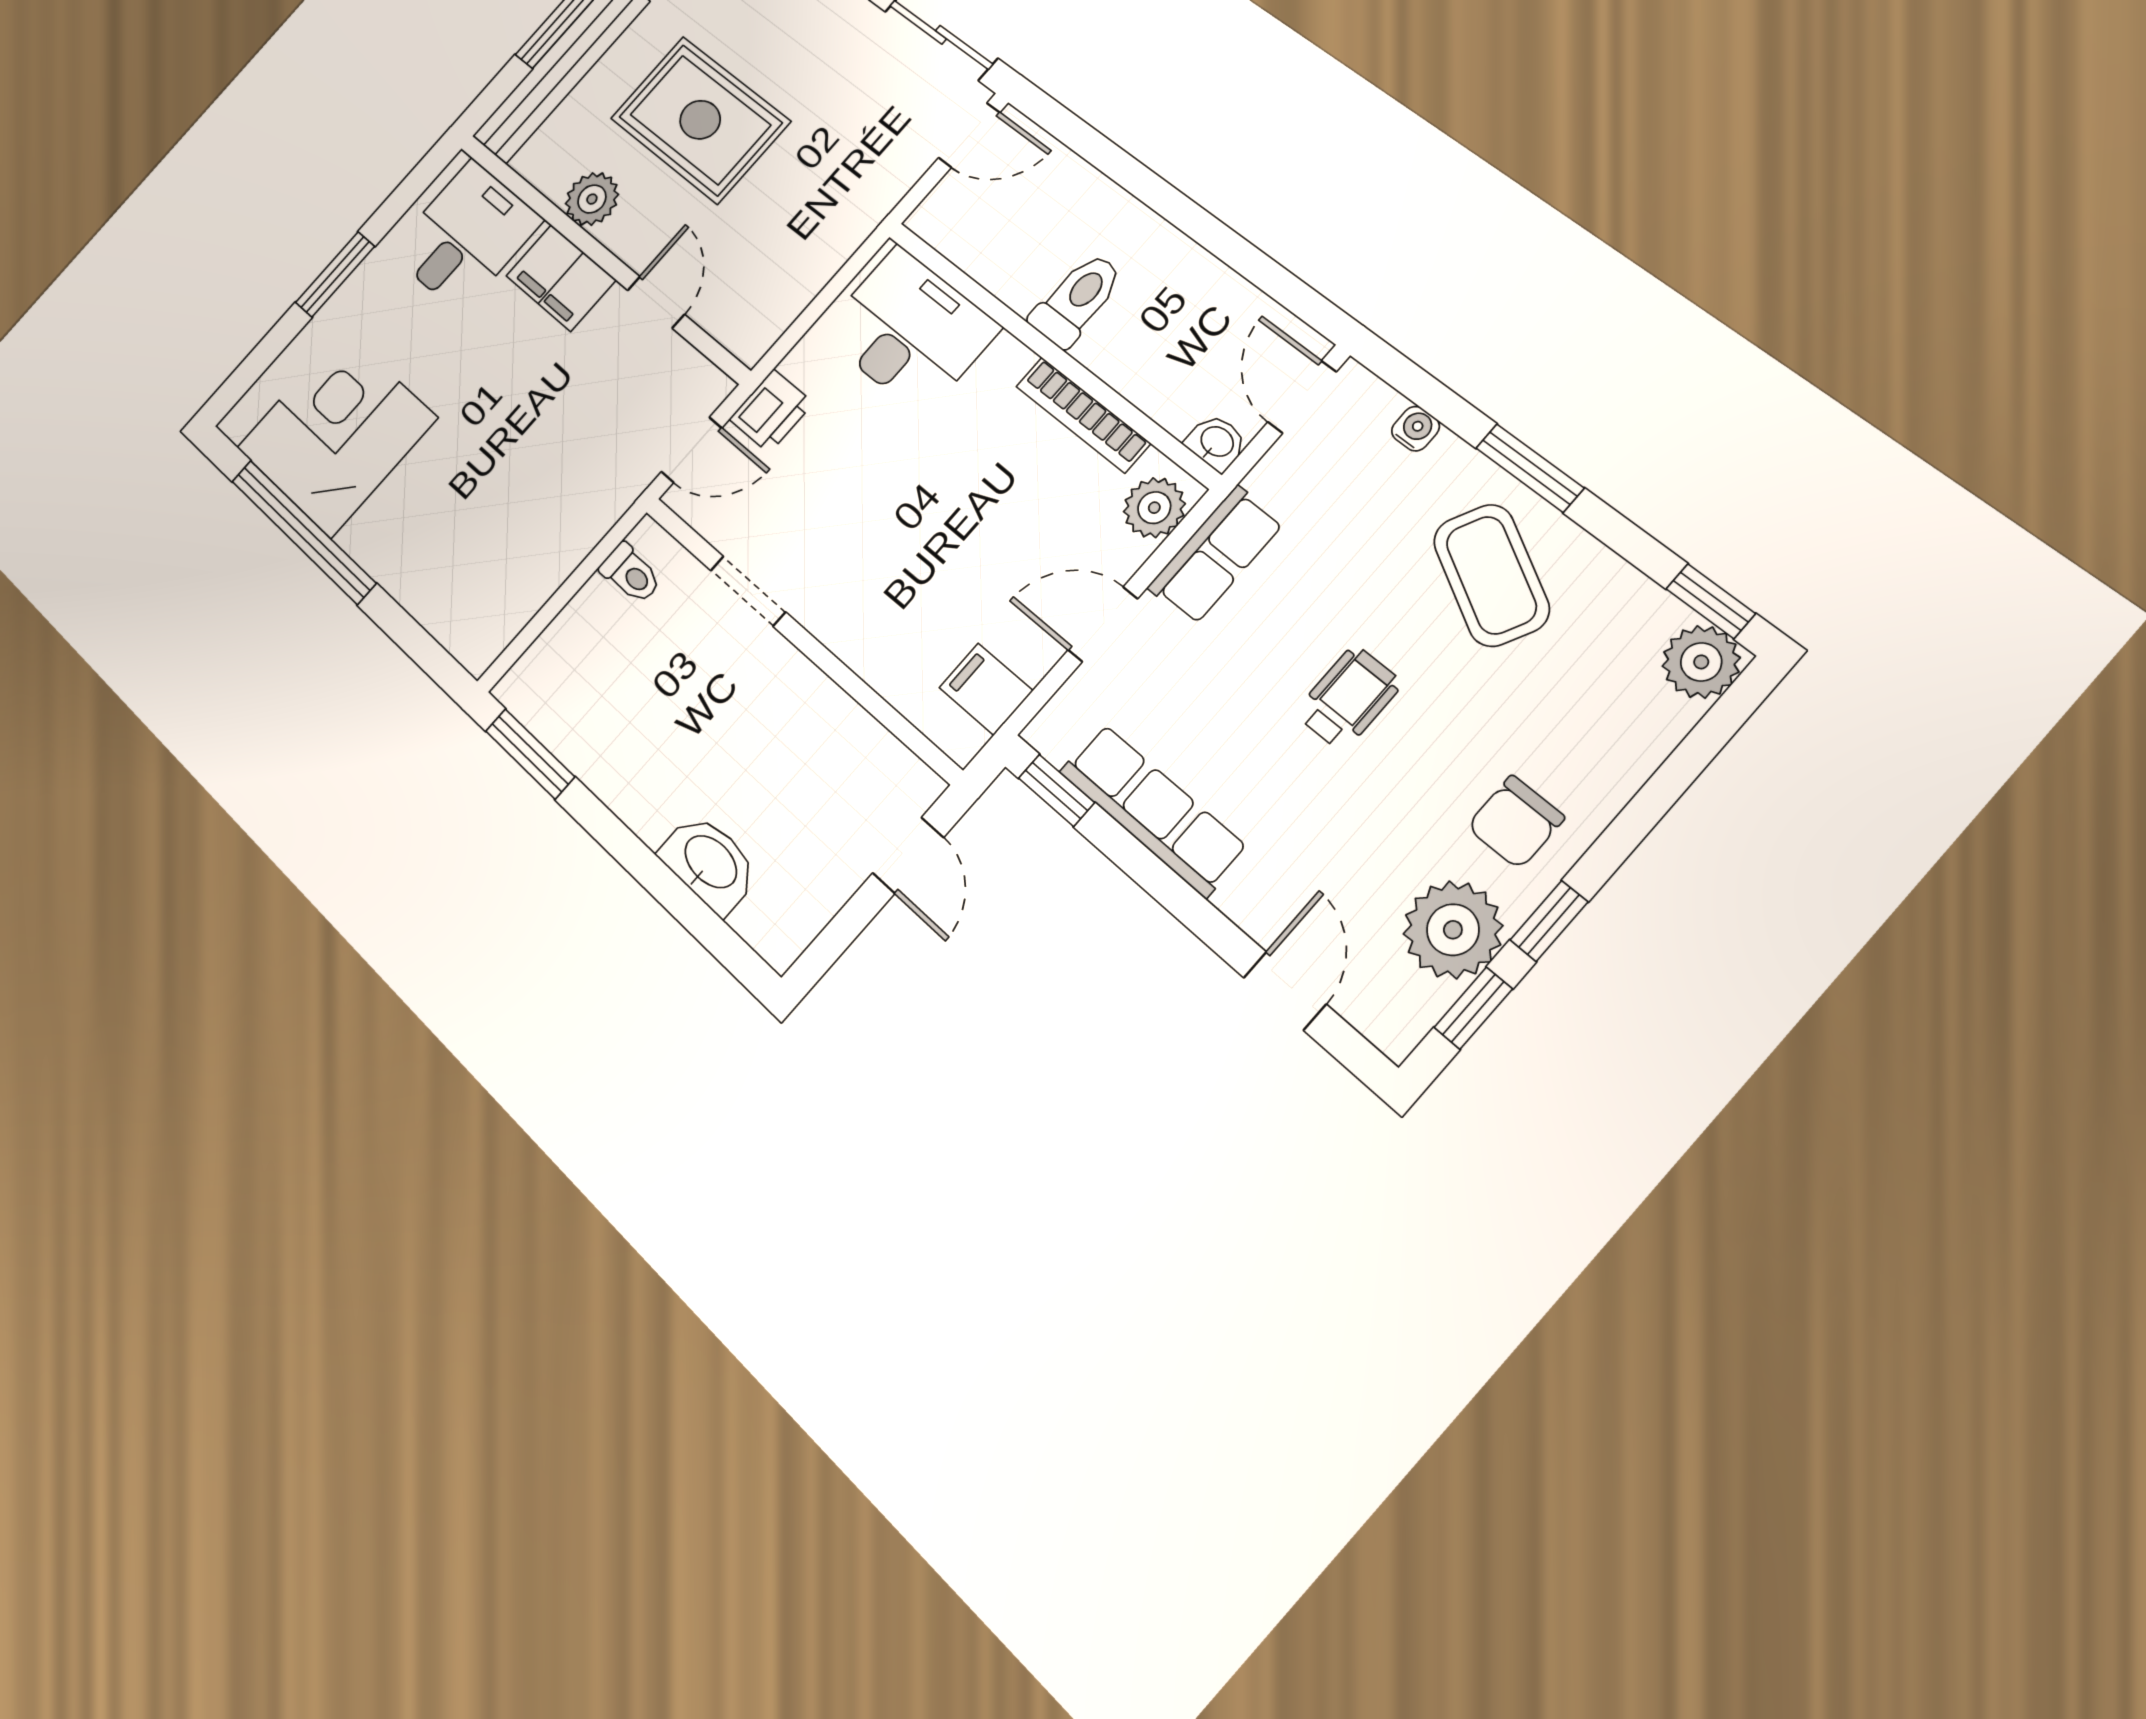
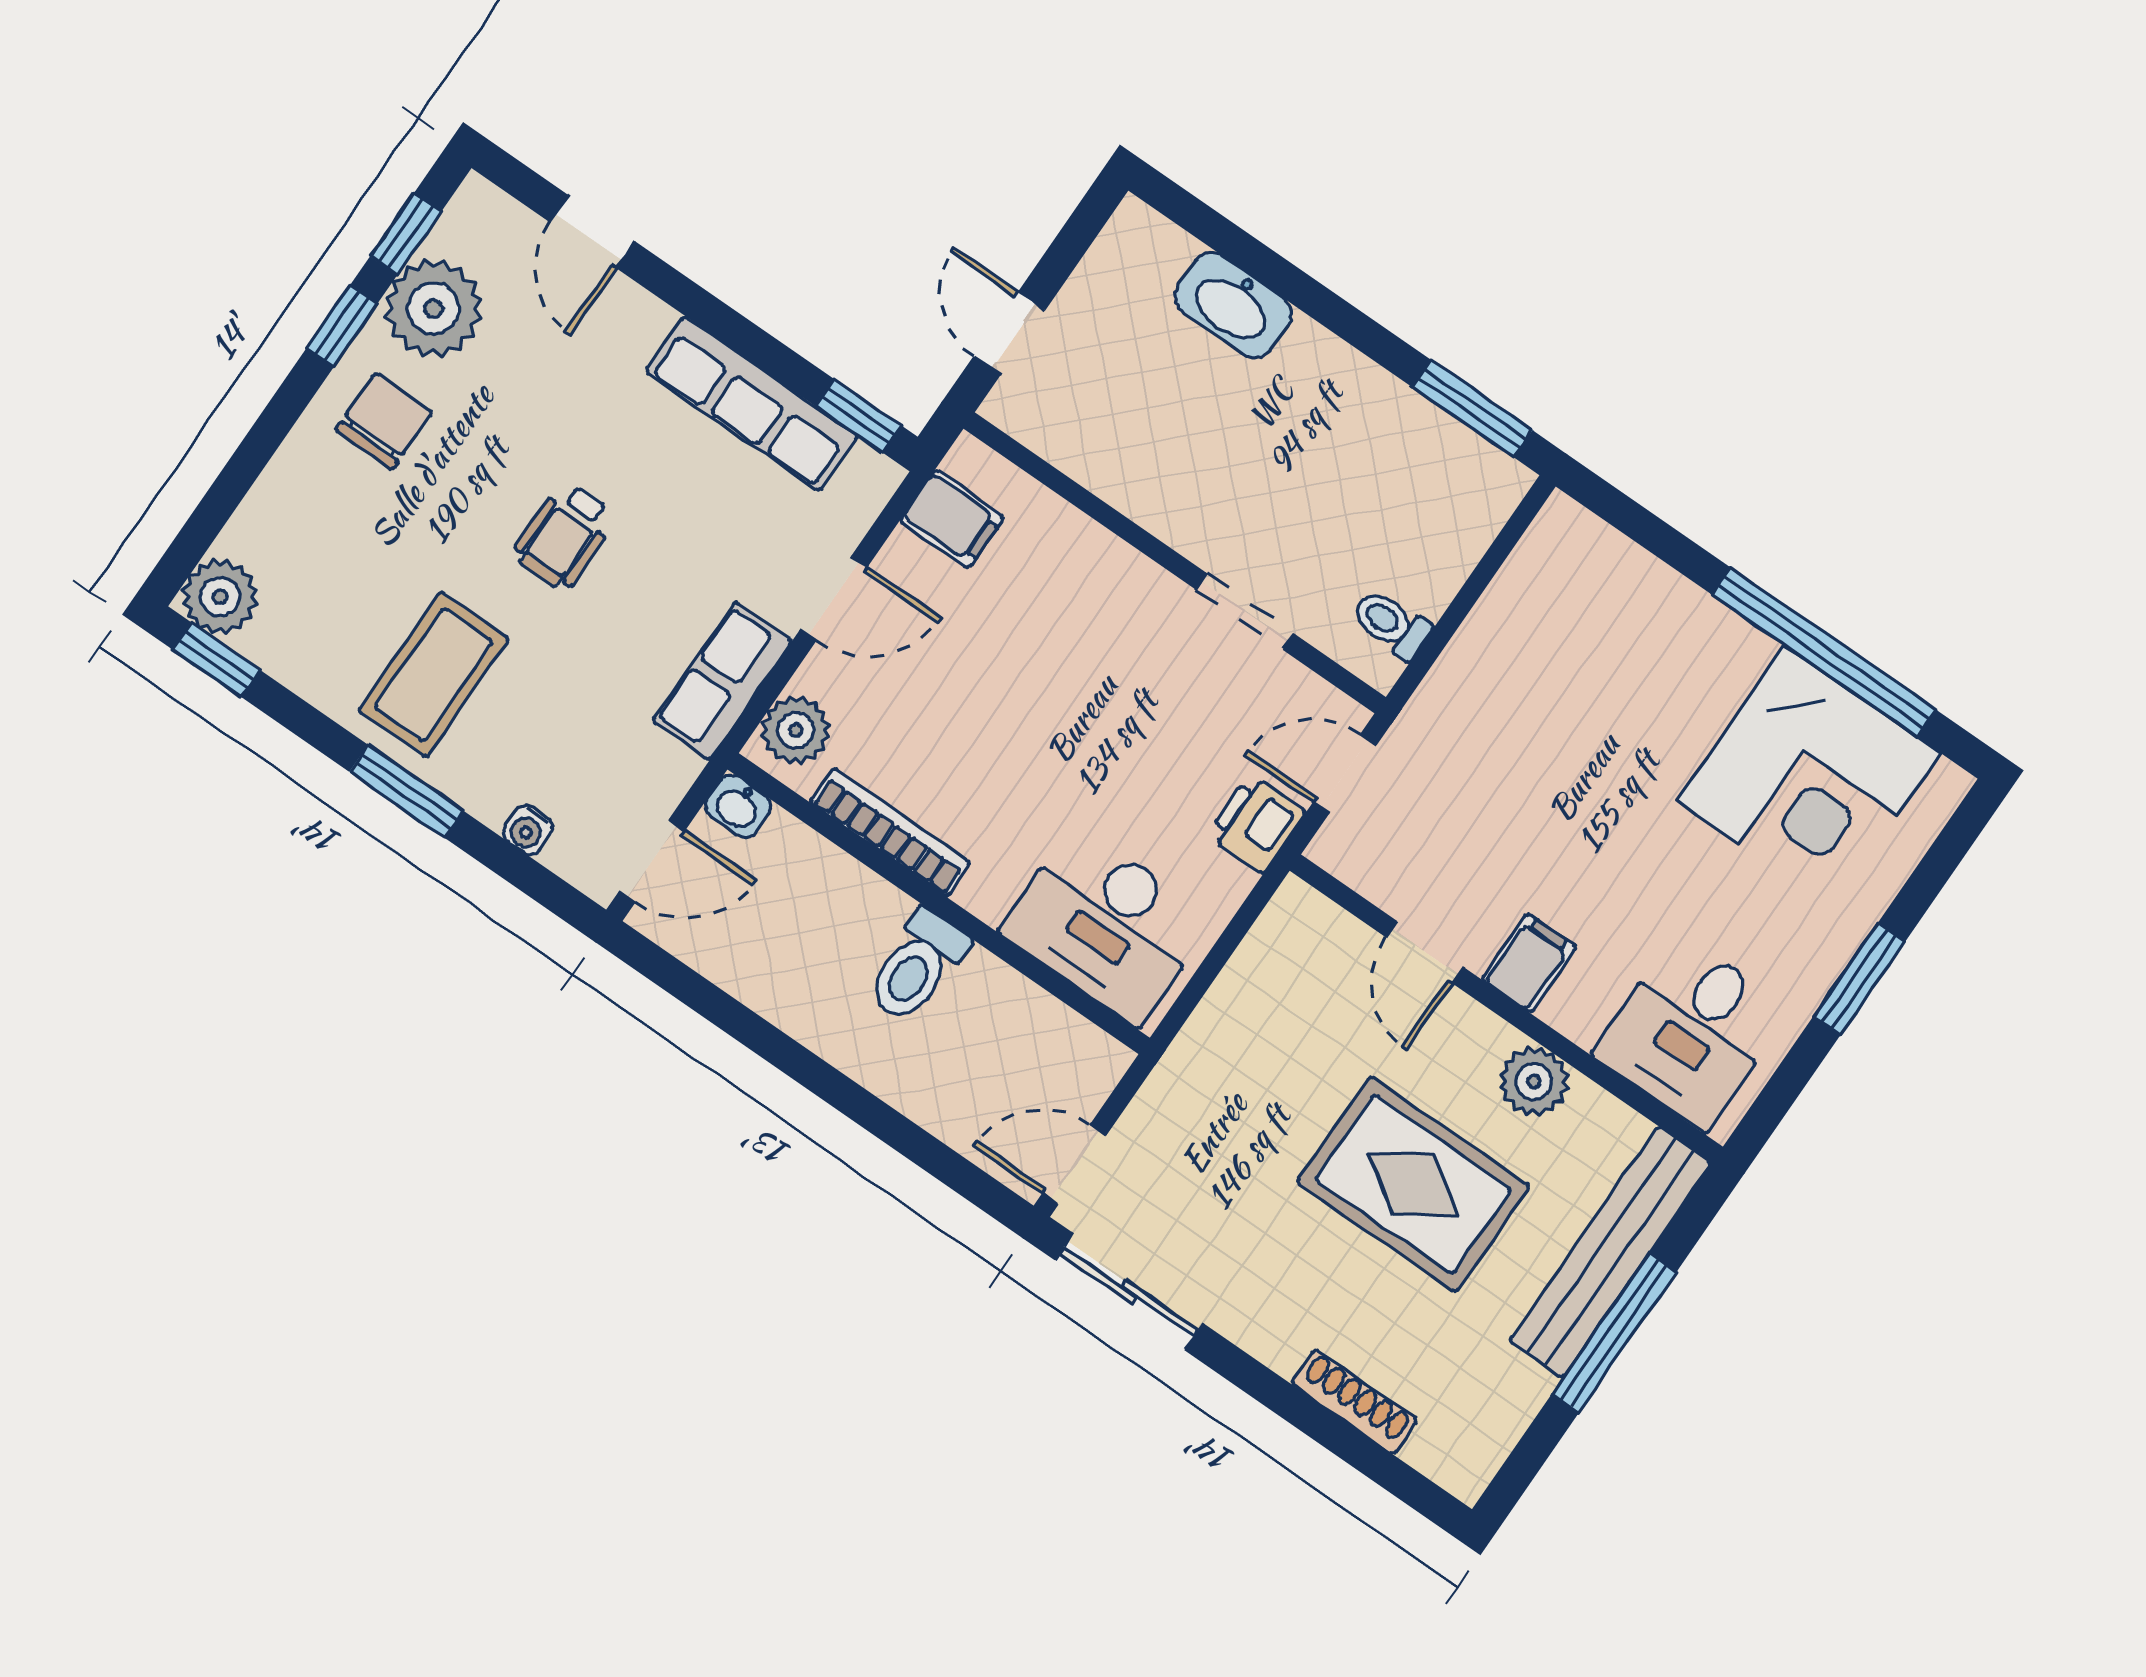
filing cabinet: (561, 278) -> (1529, 963), width x0.50
door: (1302, 397) -> (652, 861), hinge flipped
coffee table: (1491, 575) -> (434, 675), turned 62

